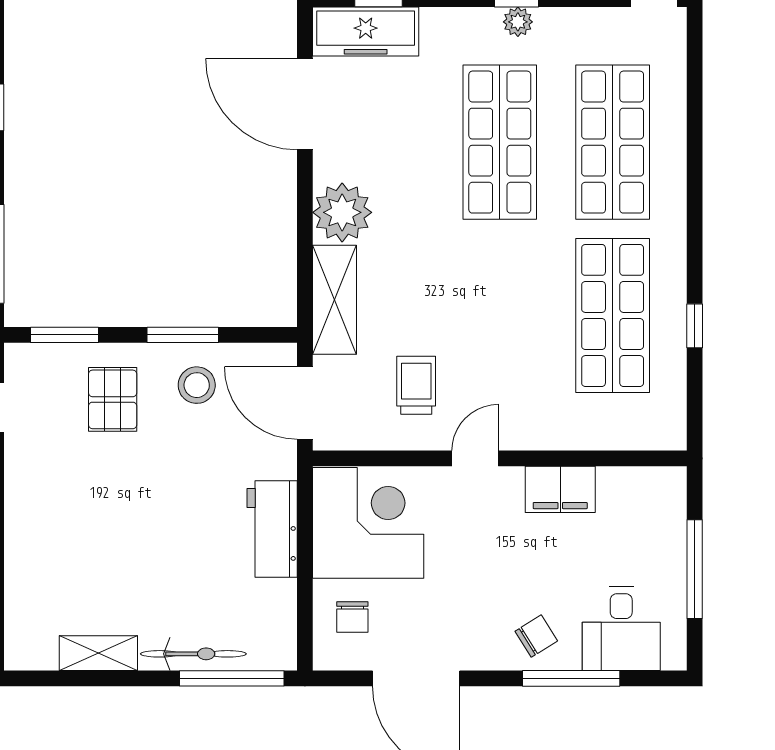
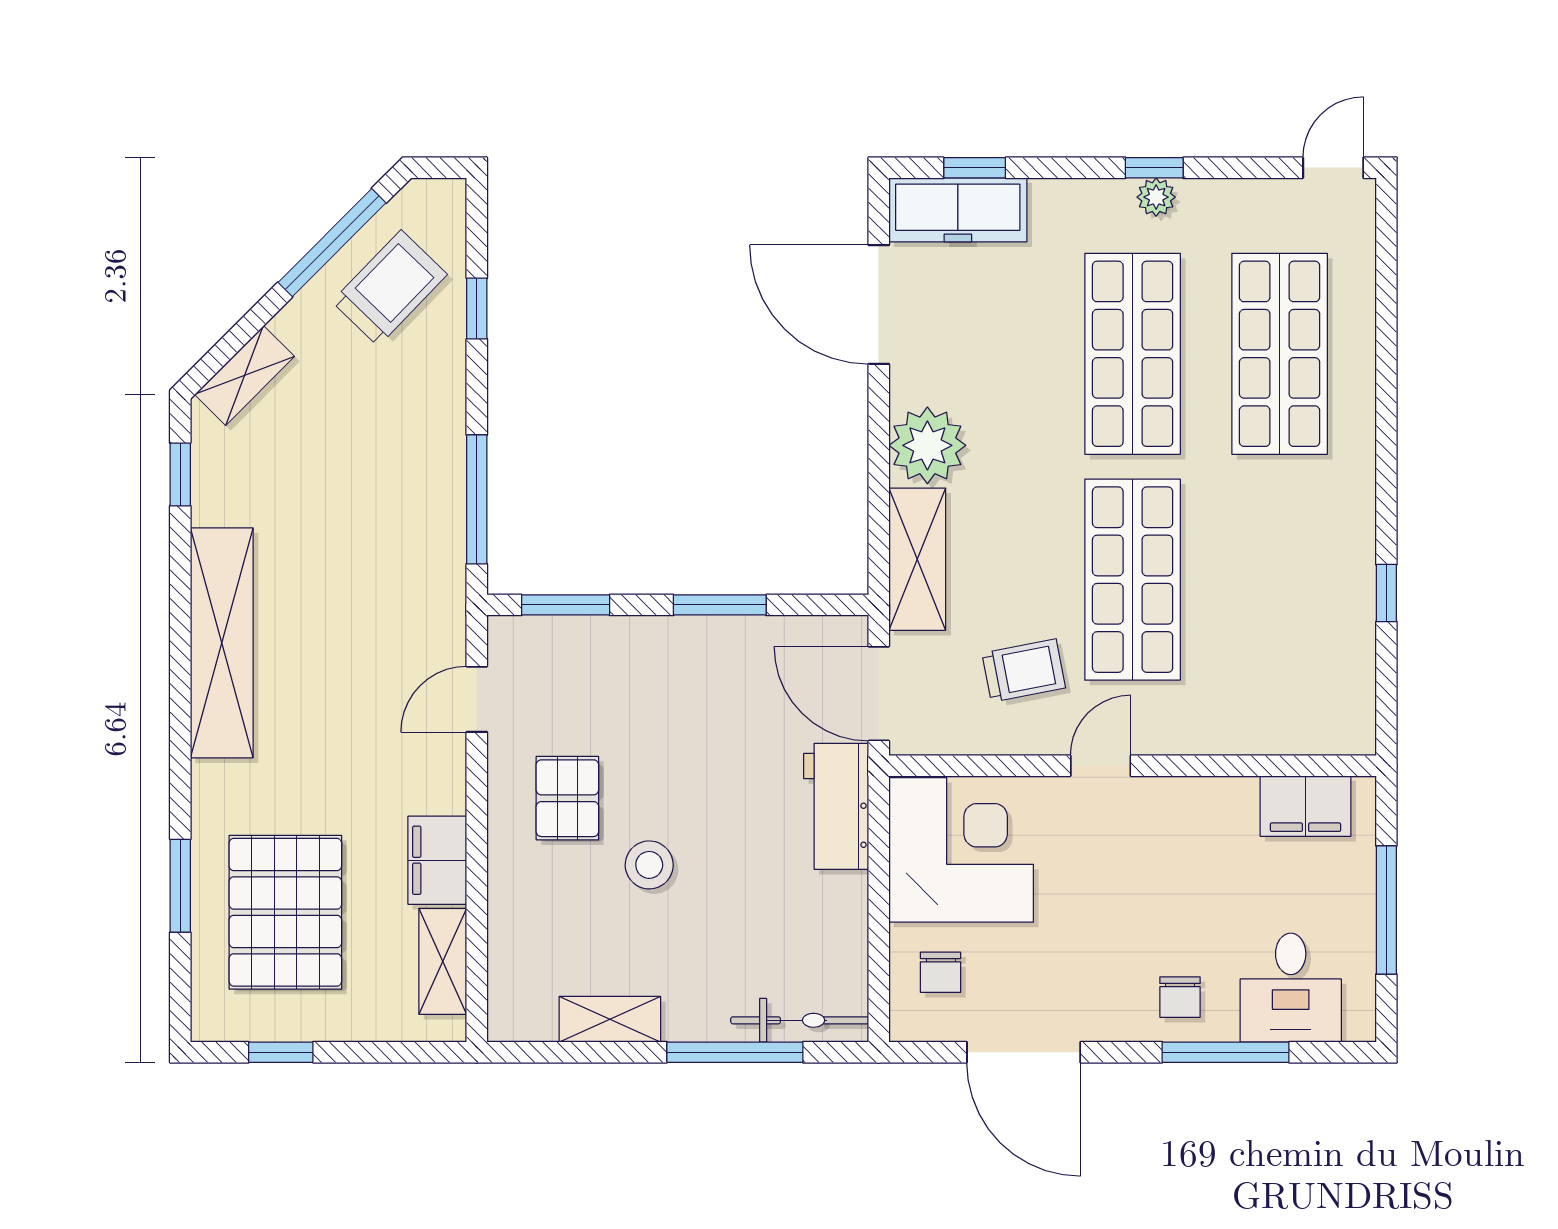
shop shelf: (613, 315) -> (1133, 580), moved
stool: (197, 385) -> (649, 865), moved
trolley: (416, 385) -> (1024, 670), turned 79
pallet: (113, 399) -> (567, 798), moved
filing cabinet: (560, 489) -> (1305, 806), moved
workbench: (272, 529) -> (836, 806), moved
chair: (536, 636) -> (1180, 997), turned 122
bicycle: (193, 654) -> (800, 1020), moved
window: (232, 678) -> (735, 1052), moved

